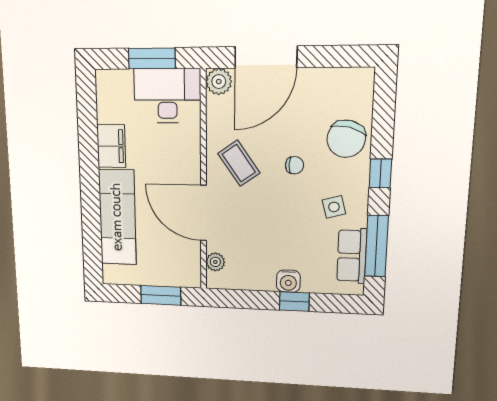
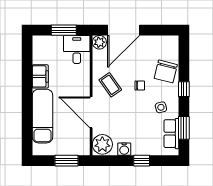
desk: (167, 96) -> (77, 49), width x0.73
window: (376, 246) -> (184, 128), width x0.69
plant: (215, 262) -> (102, 144), width x1.87, depth x1.87
water cooler: (288, 281) -> (124, 149), moved

